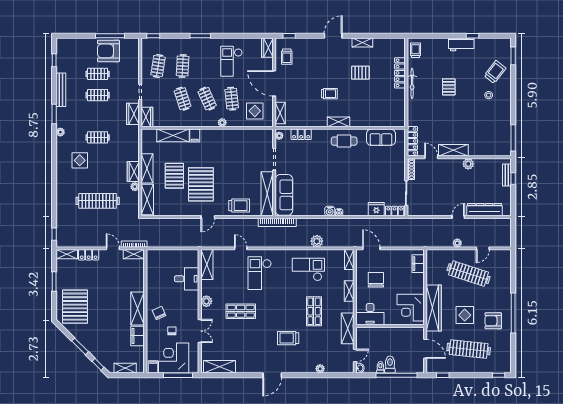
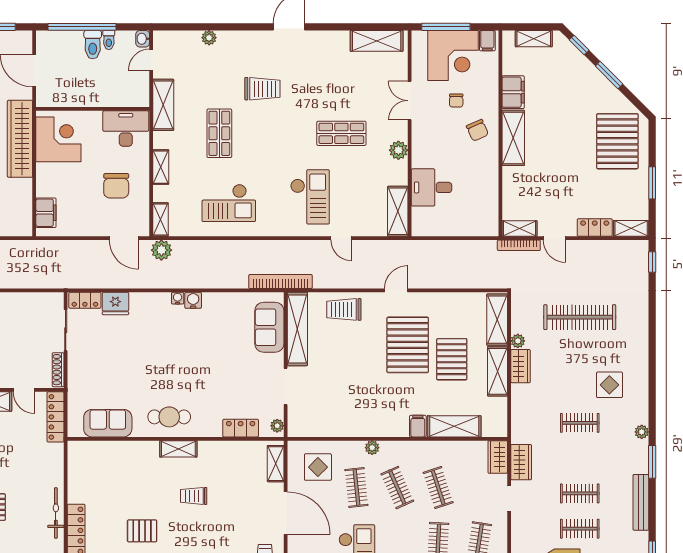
sofa: (284, 195) -> (269, 327), width x0.73
plant: (317, 241) -> (161, 250), moved

